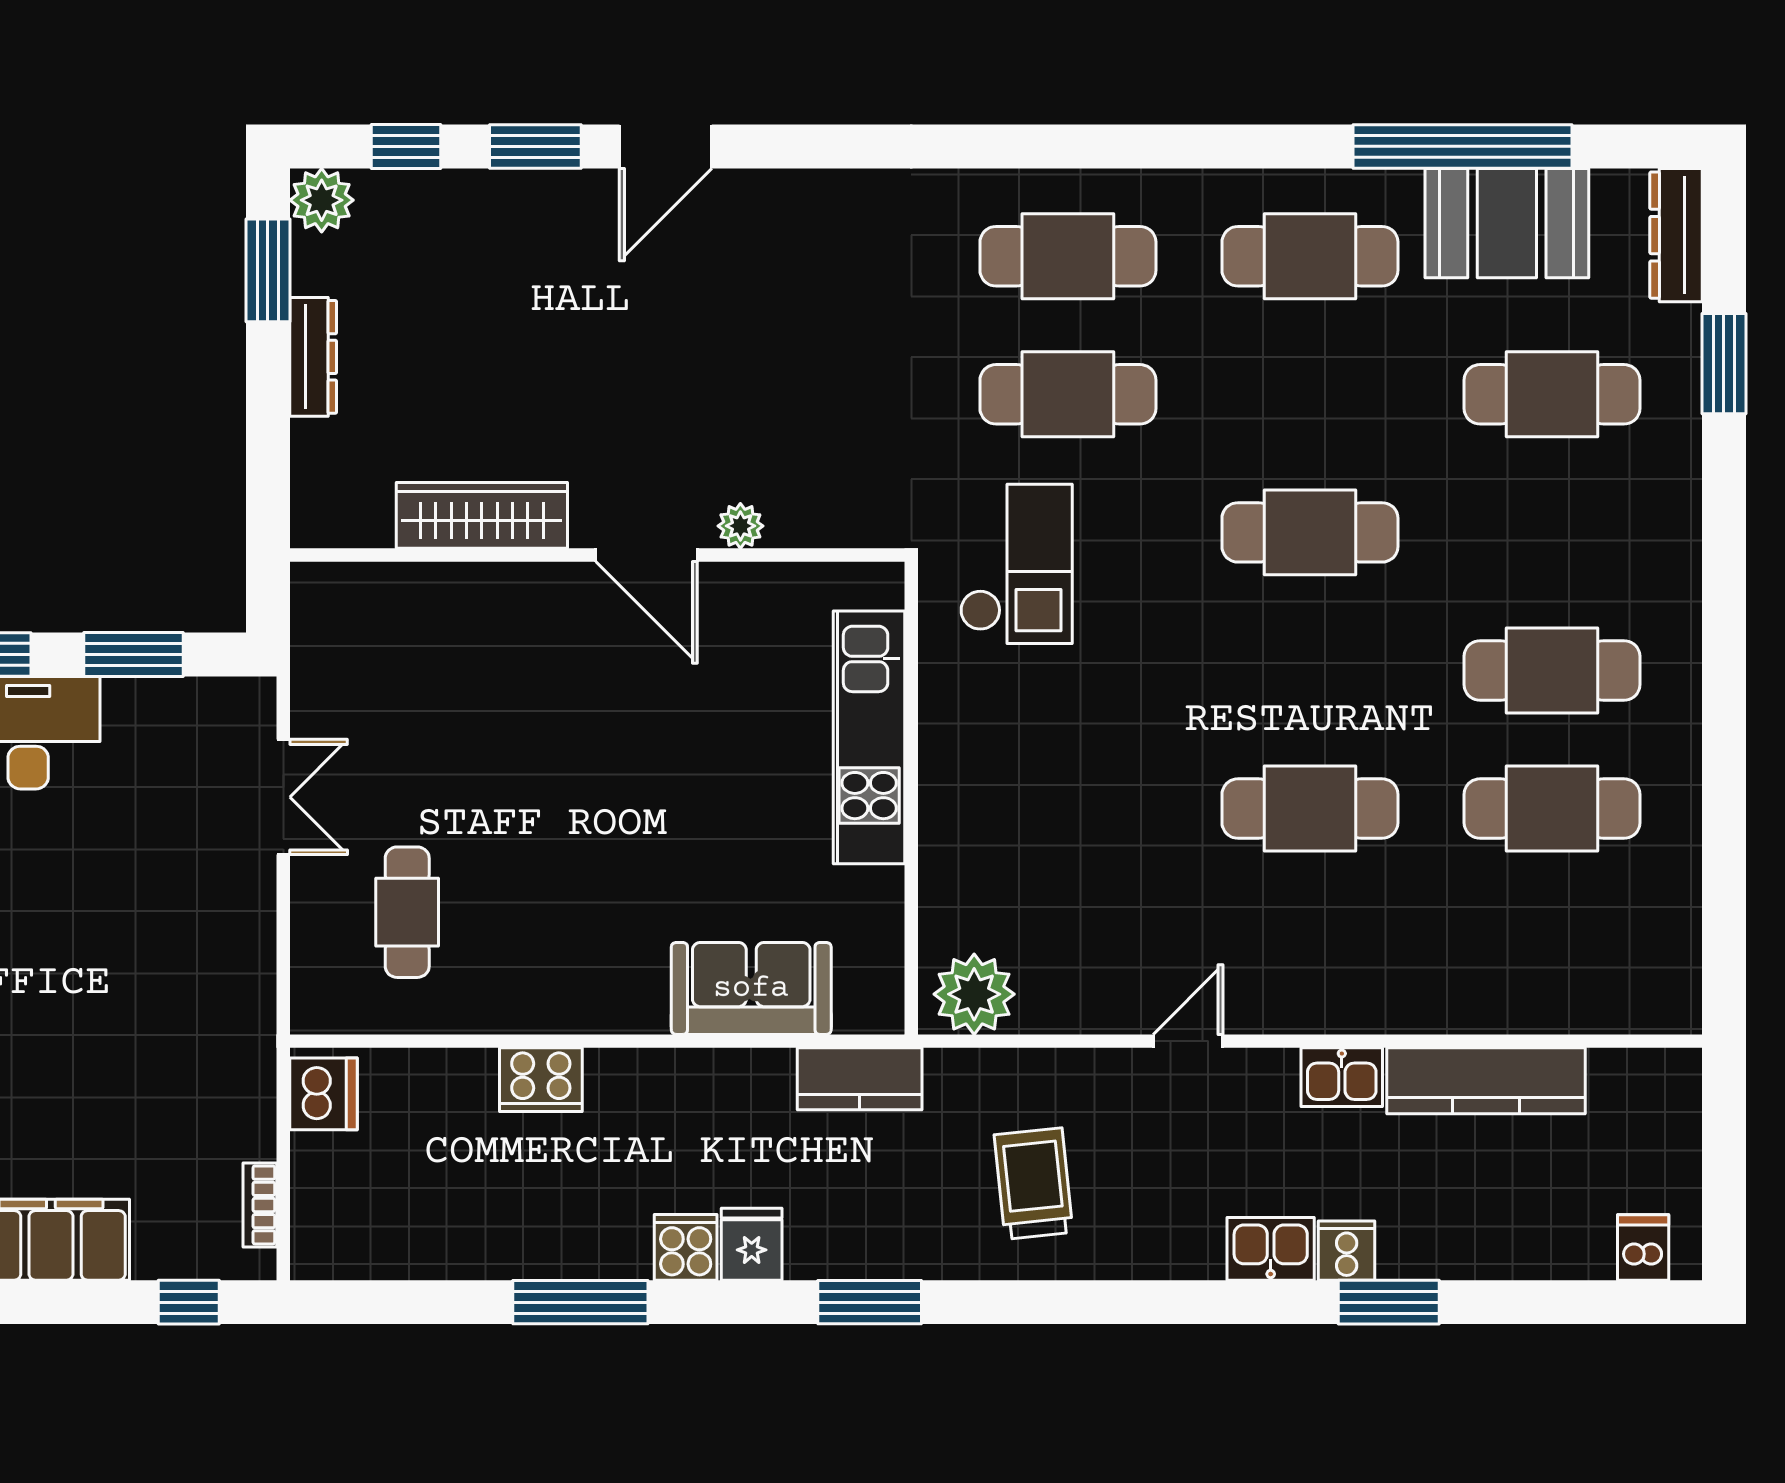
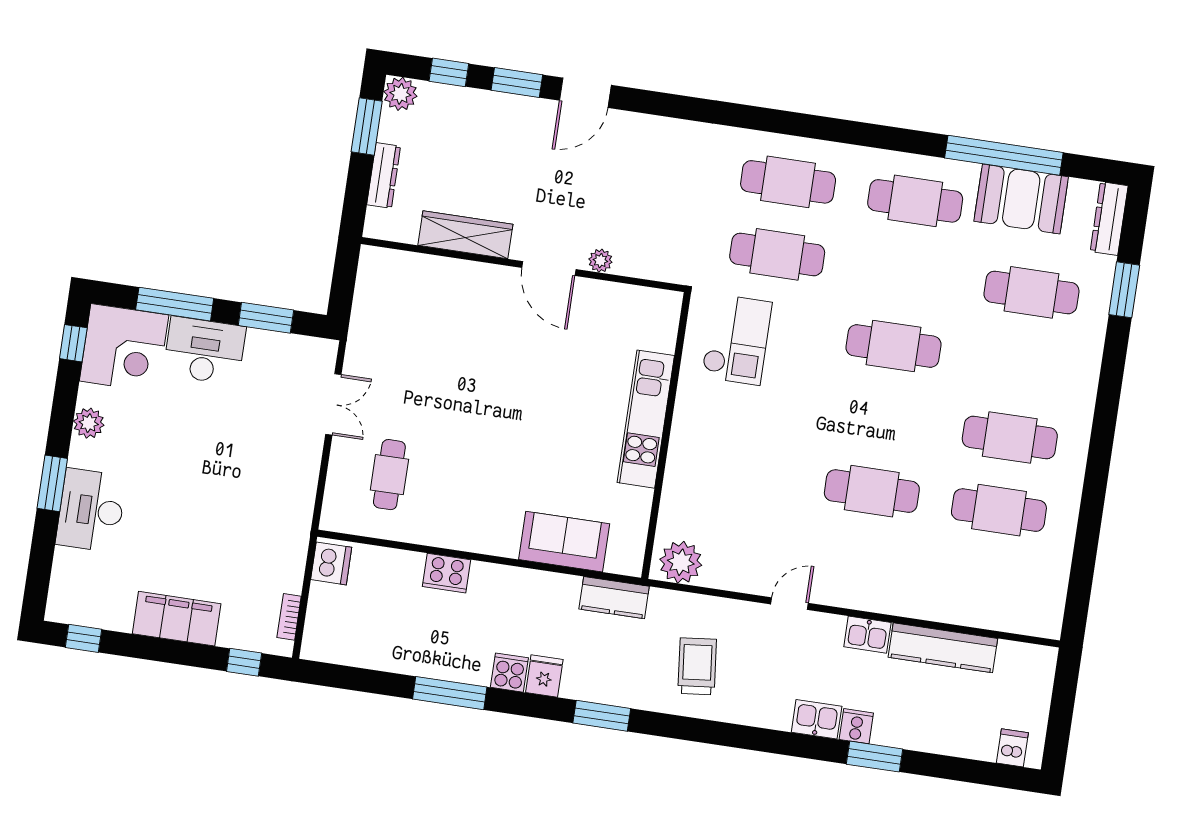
wardrobe: (482, 515) -> (465, 235), moved
plant: (740, 526) -> (600, 261), moved
wall: (597, 555) -> (523, 265), moved
door: (647, 555) -> (549, 268), moved

